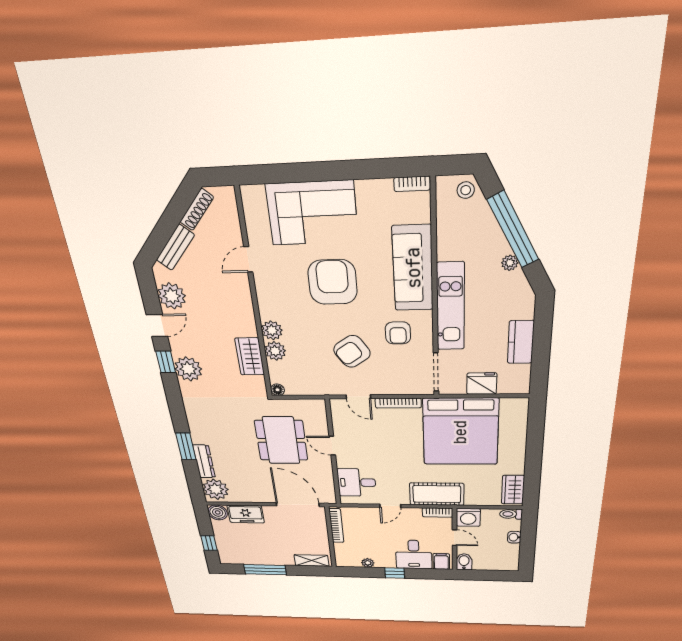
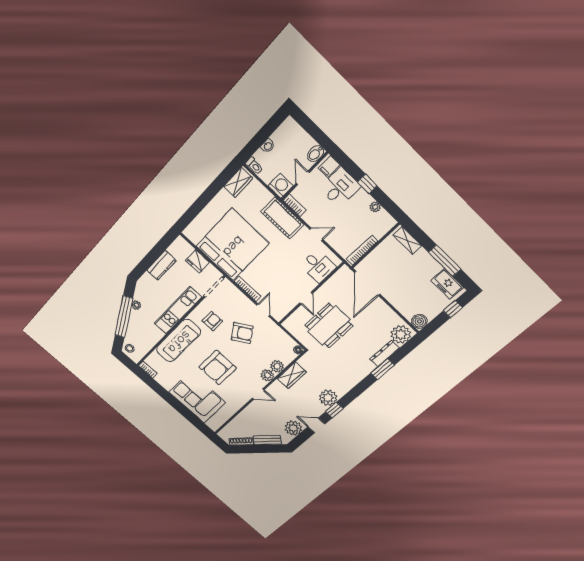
door: (248, 259) -> (258, 394), moved
freezer: (246, 514) -> (447, 284), moved, turned 180

